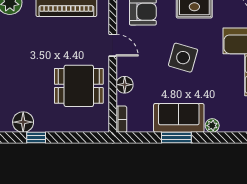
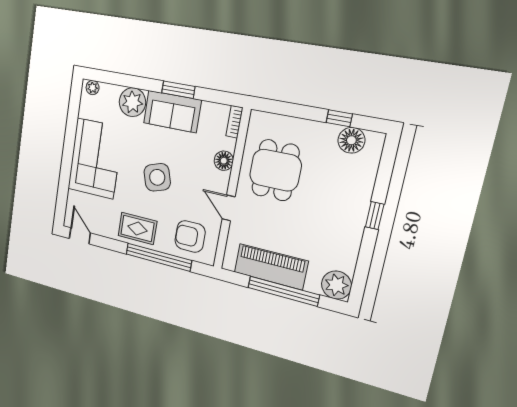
side table: (183, 58) -> (157, 177), turned -34
dining table: (79, 86) -> (275, 170), turned 90
plant: (212, 126) -> (132, 102), width x1.87, depth x1.87

